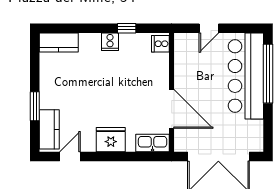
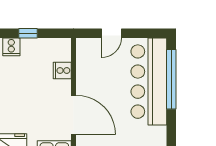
cooker: (160, 44) -> (62, 70), moved

